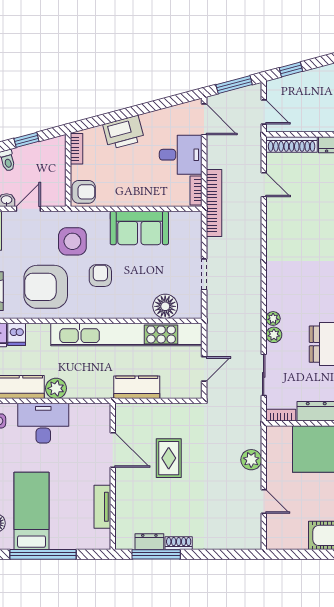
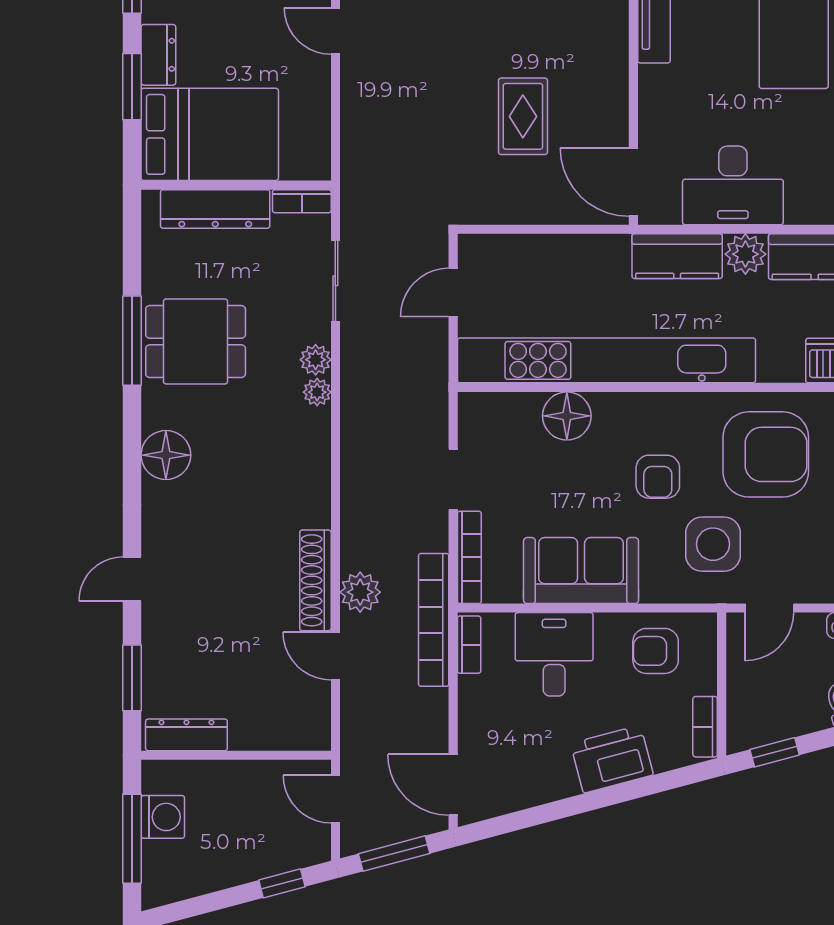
window: (26, 140) -> (775, 752), moved
shoe rack: (292, 145) -> (315, 580), moved, turned -90
desk: (181, 155) -> (554, 654), moved, turned 90
armchair: (84, 192) -> (656, 651), moved
door: (28, 209) -> (769, 608), moved
bookcase: (196, 235) -> (469, 557), added
floor lamp: (165, 306) -> (567, 416), moved
kitchen counter: (137, 387) -> (677, 256), moved
desk: (43, 423) -> (733, 185), moved
door: (113, 450) -> (633, 182), moved
plant: (251, 460) -> (360, 592), moved

